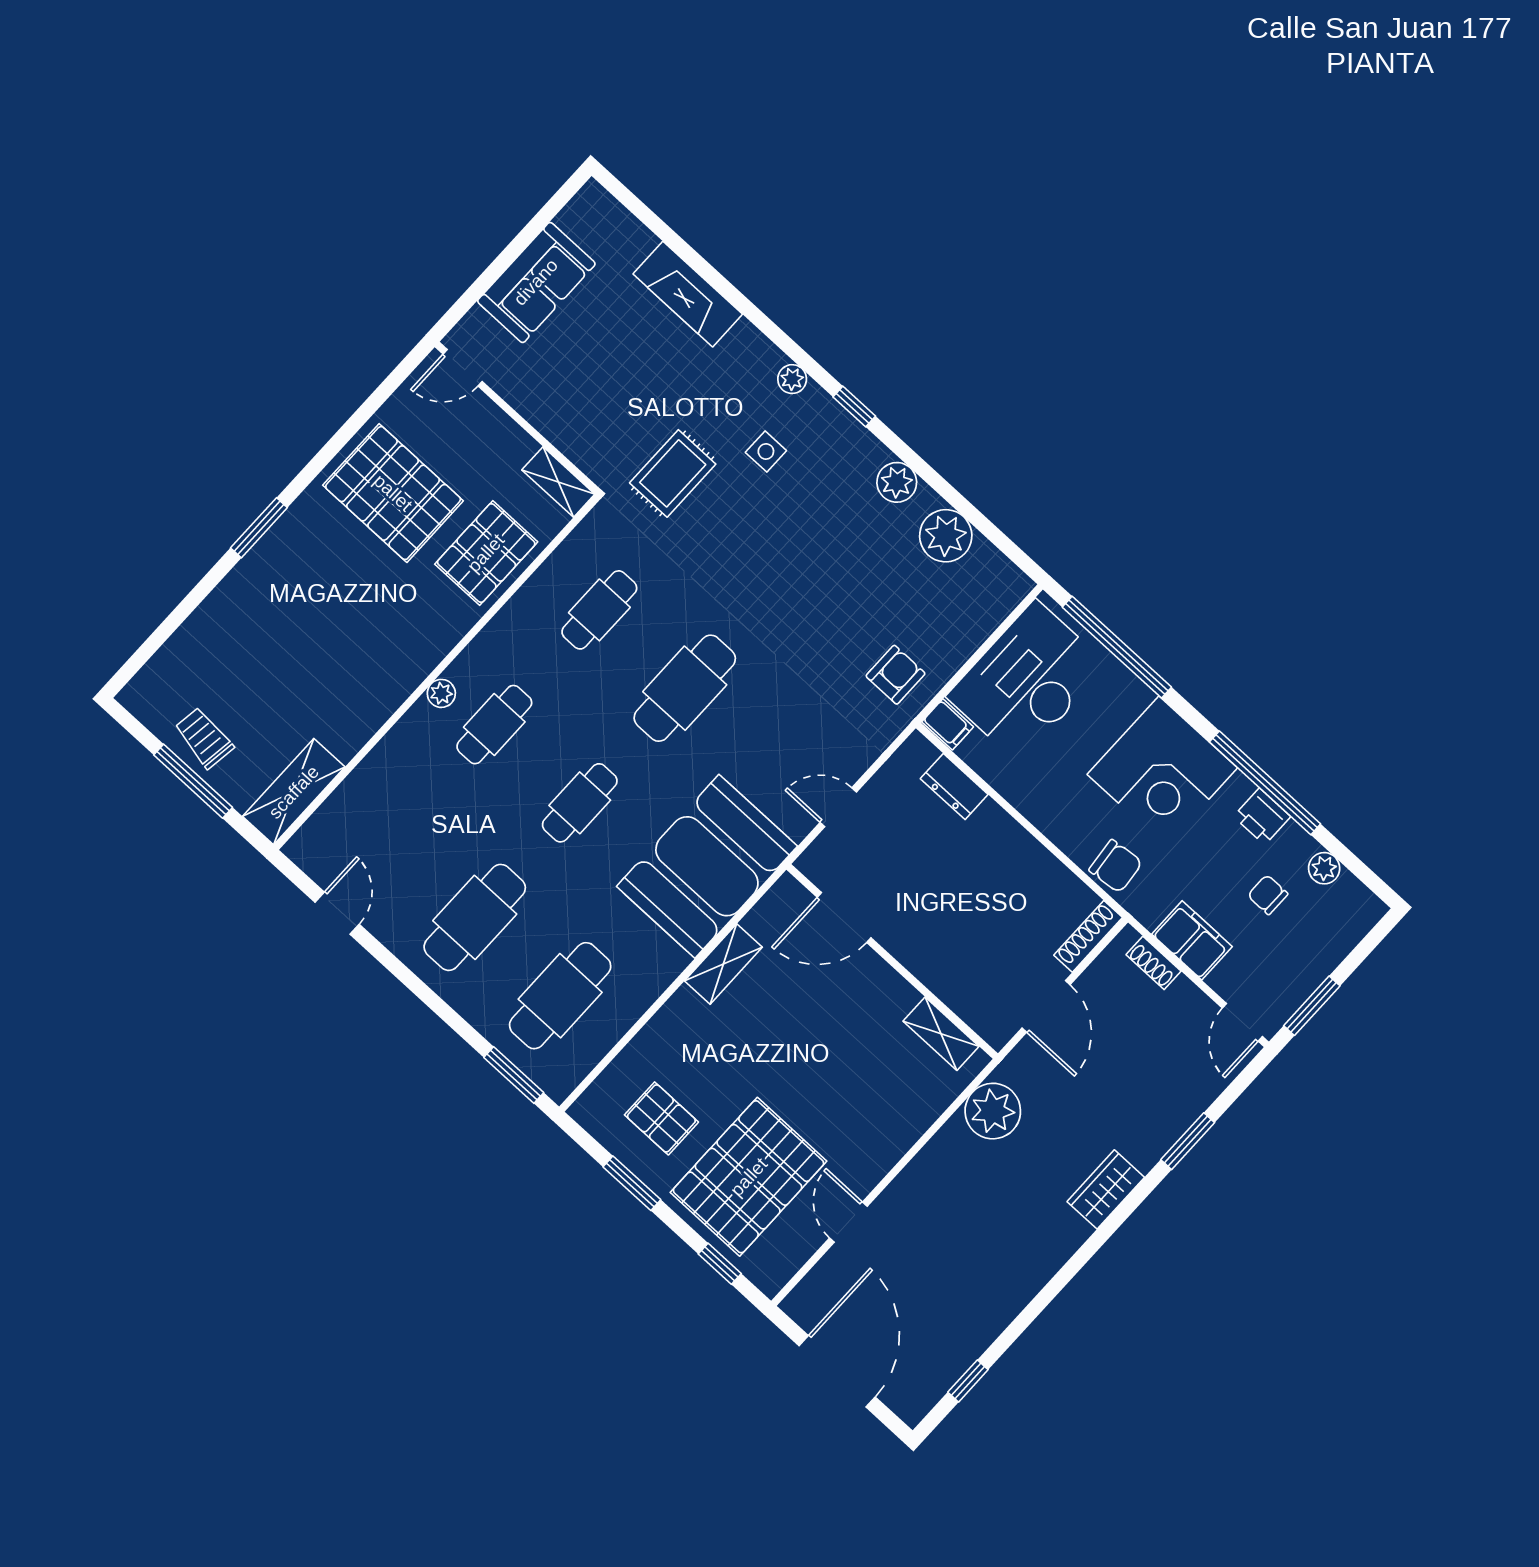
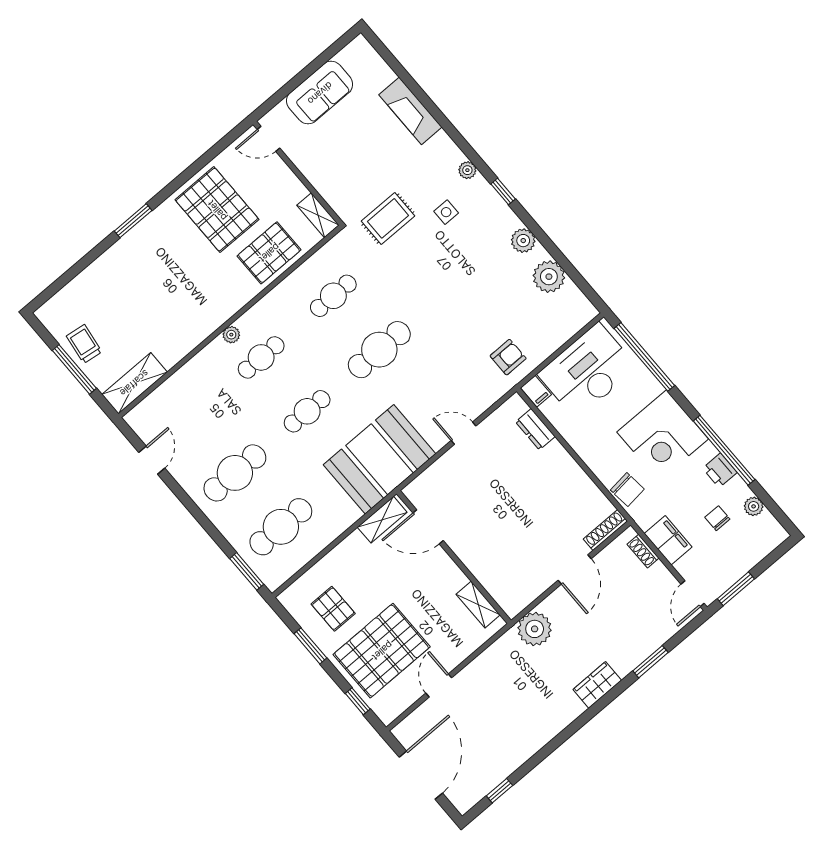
door: (844, 917) -> (428, 527), moved
wall: (892, 961) -> (454, 557), moved
shelving: (941, 1034) -> (478, 605), moved

